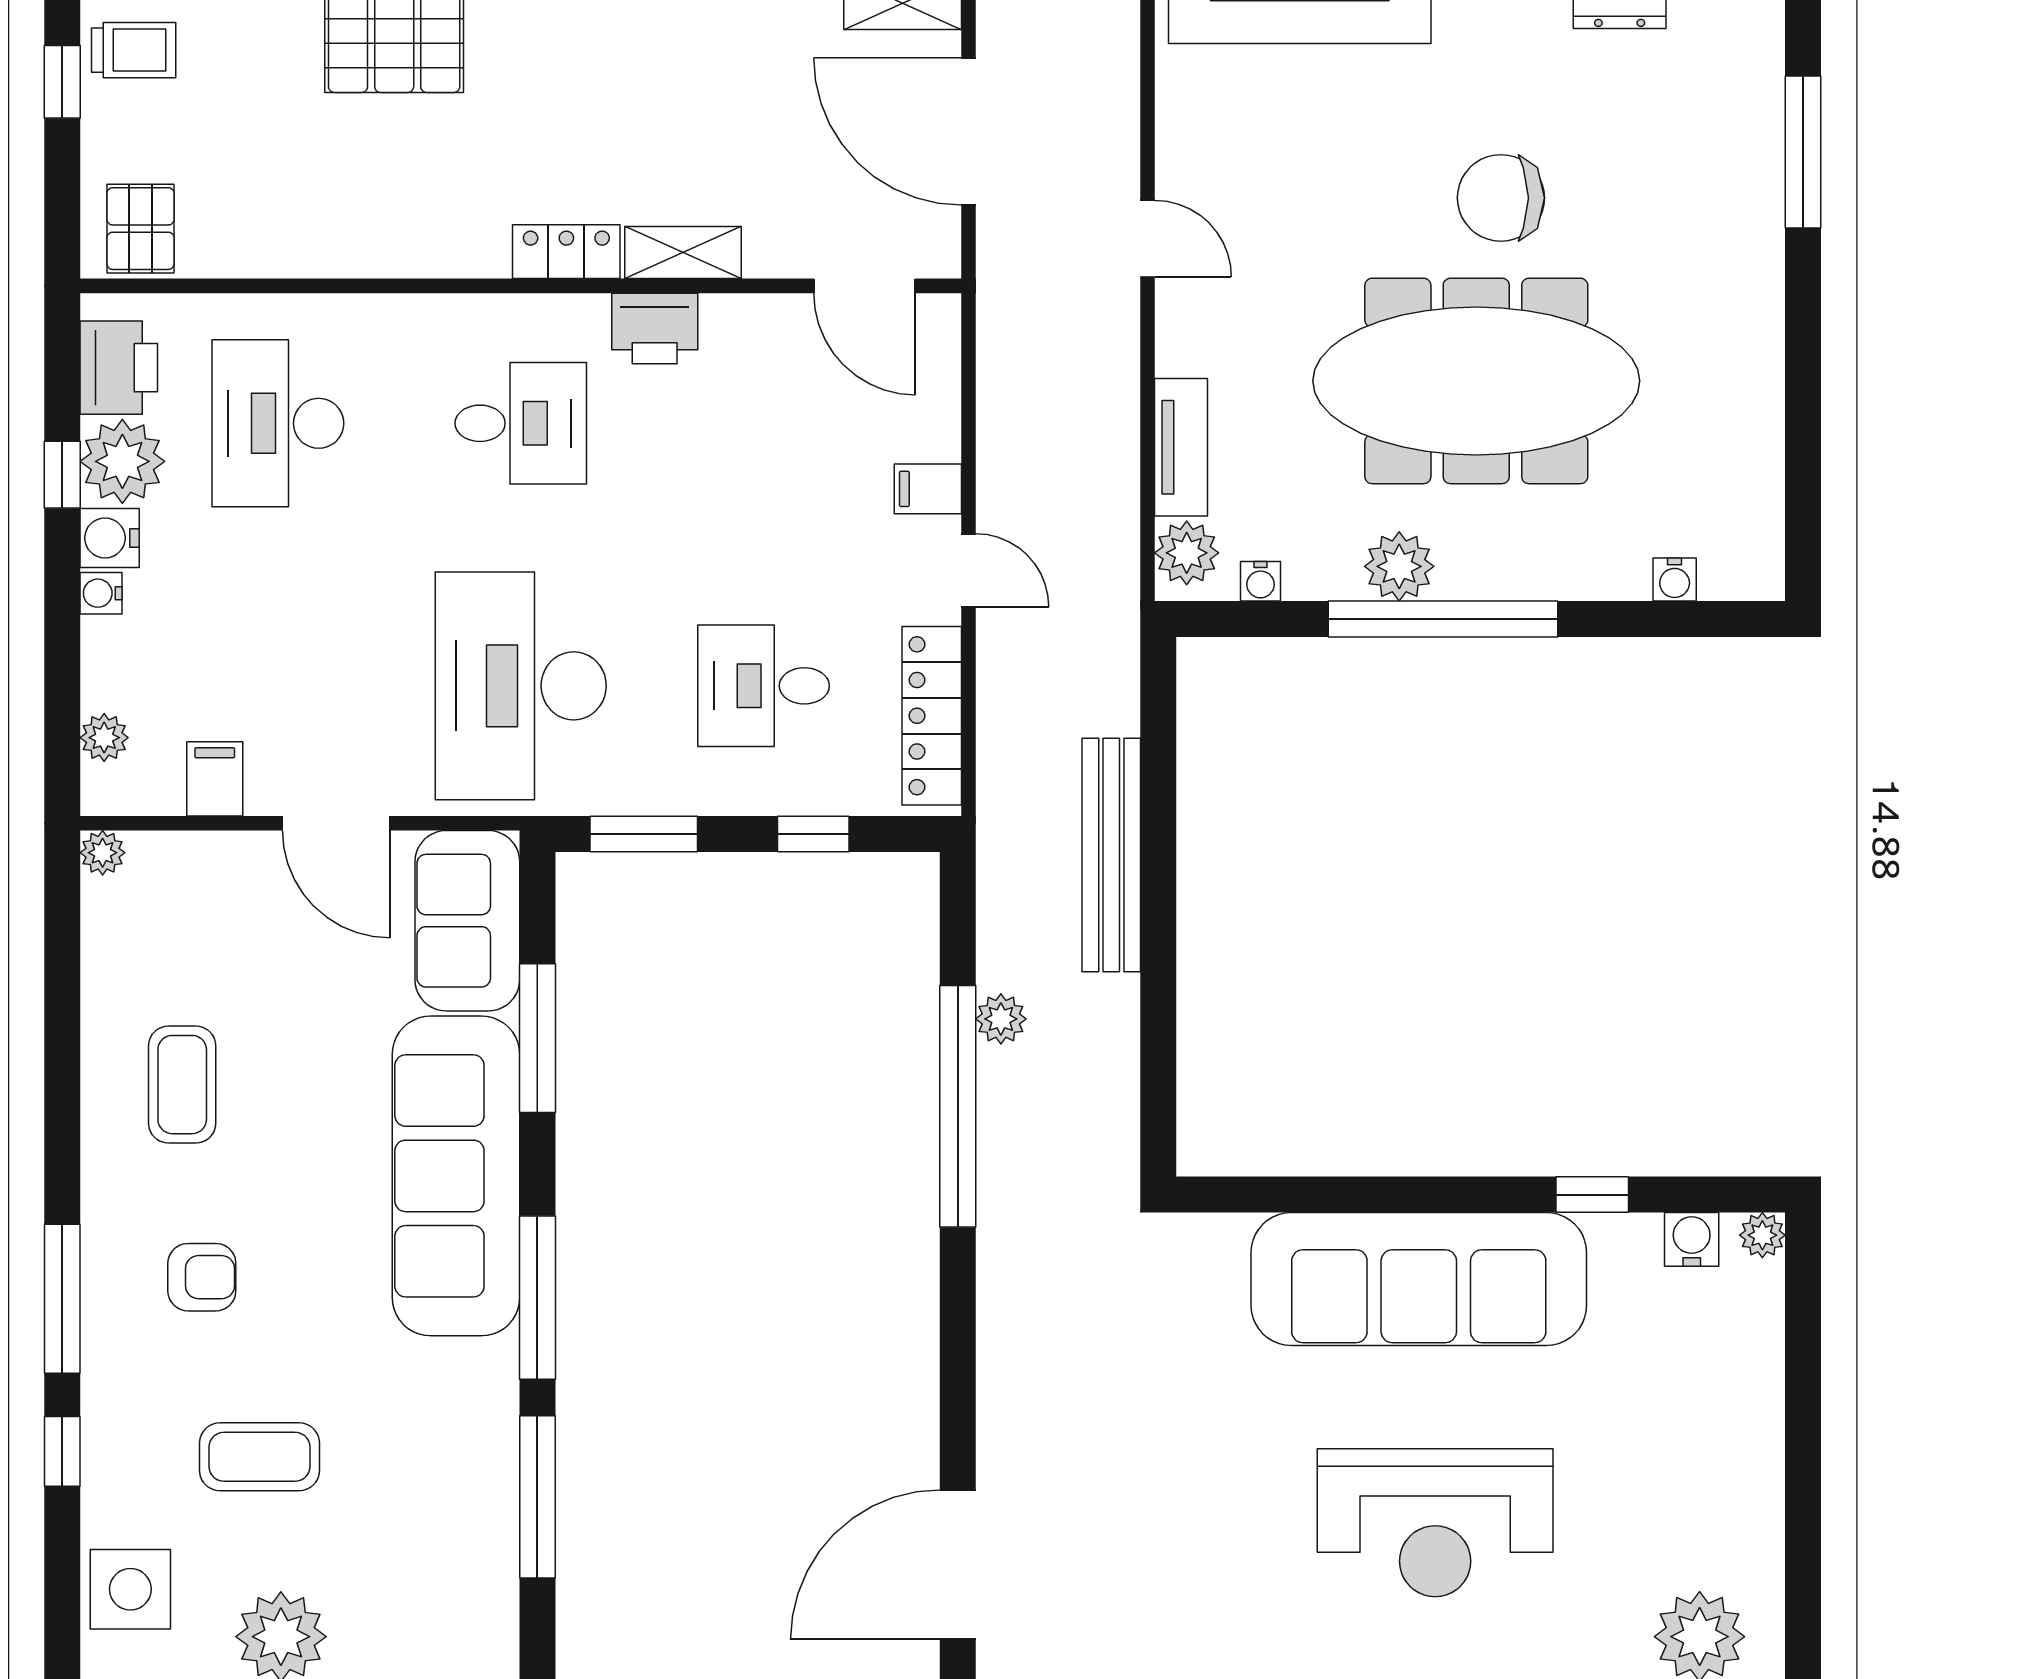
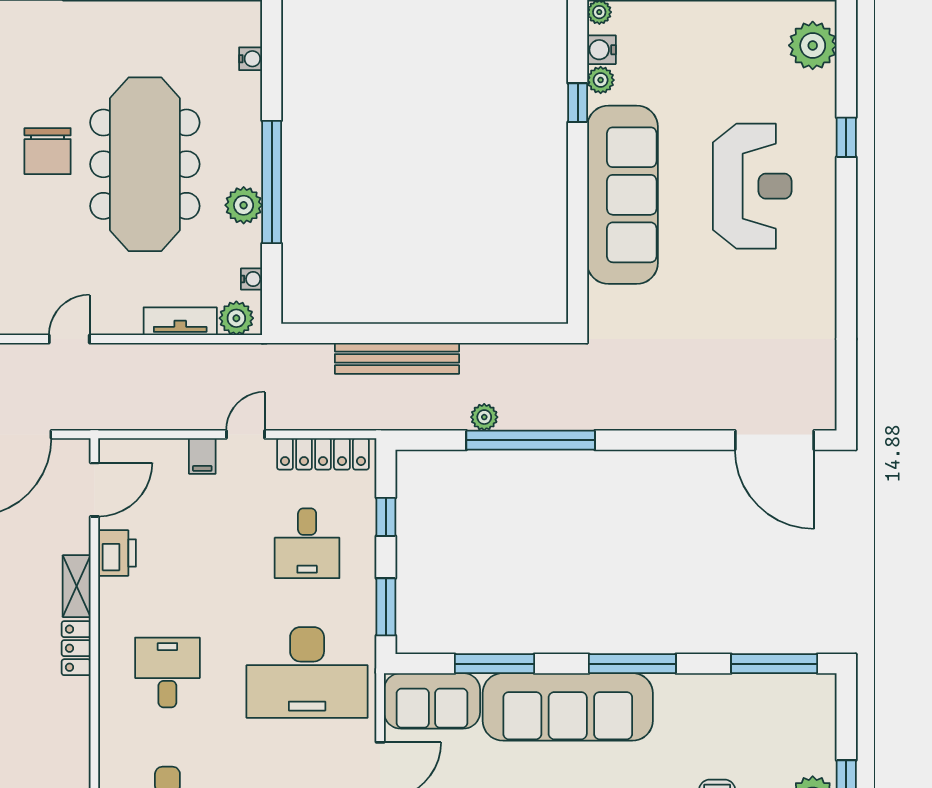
printer: (655, 329) -> (117, 553), moved
plant: (1635, 1238) -> (601, 80), added
window: (537, 1497) -> (774, 664), moved

